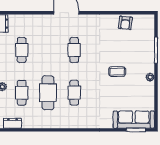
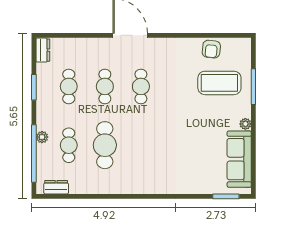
coffee table: (117, 72) -> (219, 83), moved, width x1.86, depth x1.72
cafe table: (74, 93) -> (105, 86), moved
sofa: (134, 120) -> (239, 159), moved, turned -90

